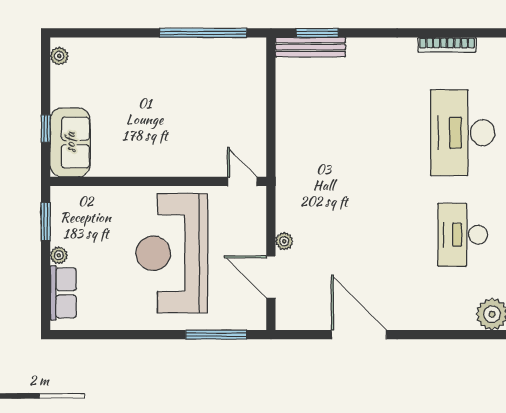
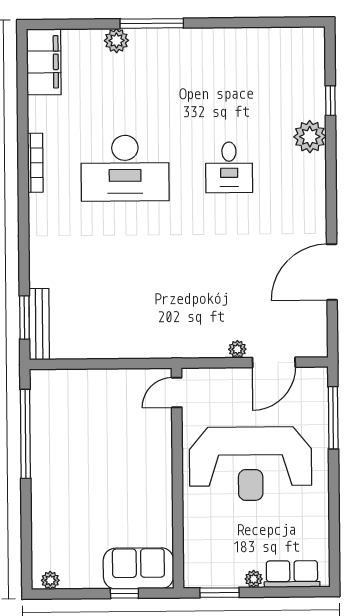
bookcase: (447, 45) -> (35, 163), moved
desk: (463, 235) -> (229, 167), width x0.73

